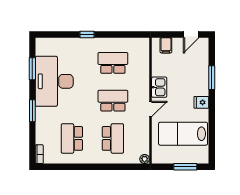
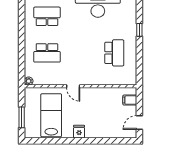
door: (191, 34) -> (139, 123), hinge flipped
window: (212, 78) -> (101, 141), removed
kitchen sink: (159, 87) -> (93, 94), removed
school desk: (113, 101) -> (81, 53), removed

